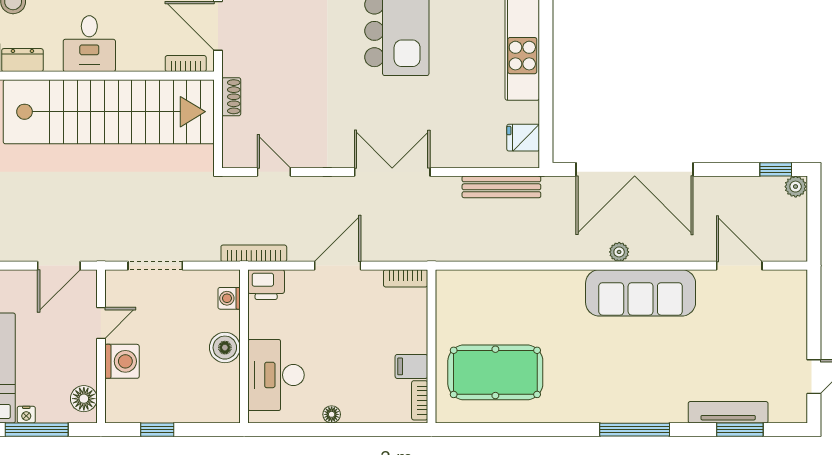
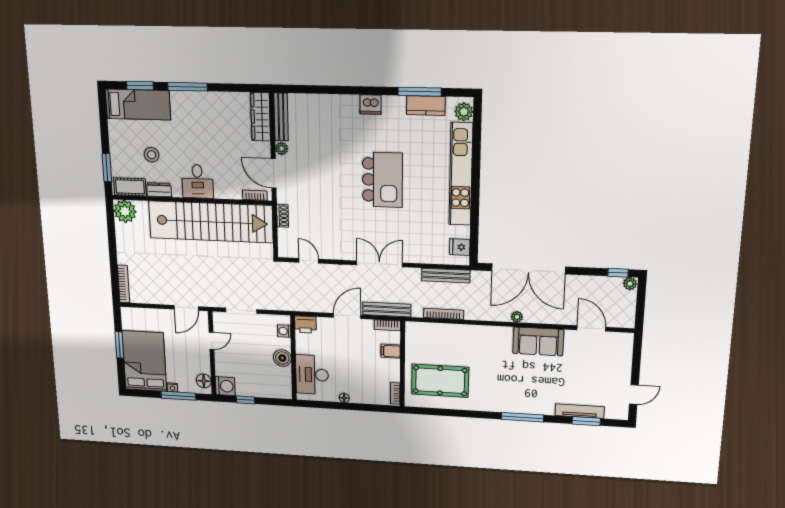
bench: (405, 250) -> (387, 309), added
bookcase: (254, 253) -> (444, 314), moved
sofa: (641, 293) -> (538, 341), width x0.73
washing machine: (122, 361) -> (225, 386), moved
filing cabinet: (411, 366) -> (391, 351), moved

